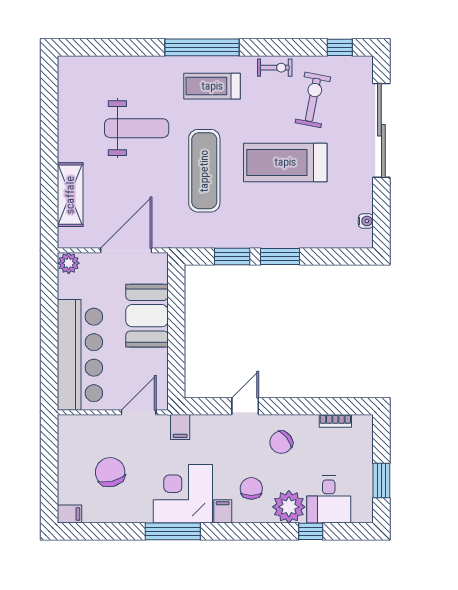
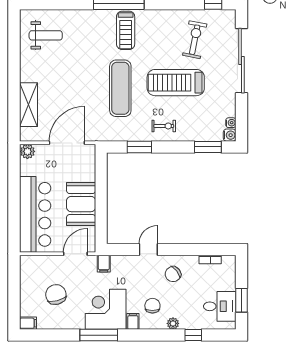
exercise bike: (275, 68) -> (164, 126), moved
treadmill: (212, 86) -> (126, 30), turned -90
weight bench: (137, 128) -> (46, 35), moved, width x0.73, depth x0.75
water cooler: (364, 239) -> (230, 135), added
window: (280, 257) -> (208, 147), moved
booth: (147, 316) -> (81, 204), moved
desk: (329, 500) -> (220, 306), moved, turned -90
plant: (289, 507) -> (173, 323), width x0.53, depth x0.53

